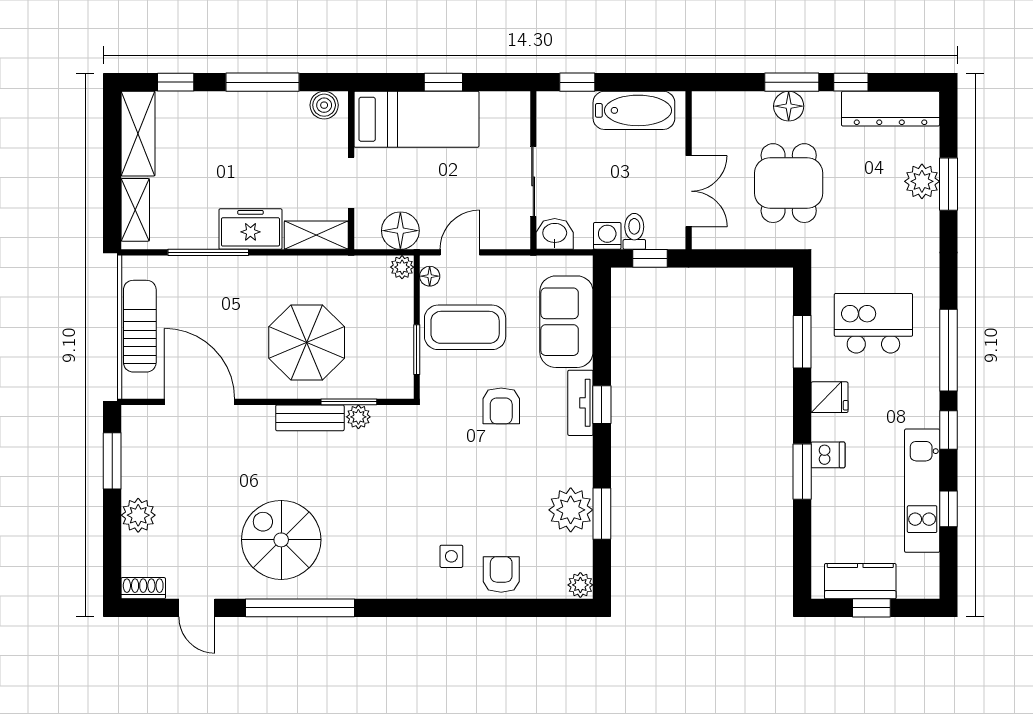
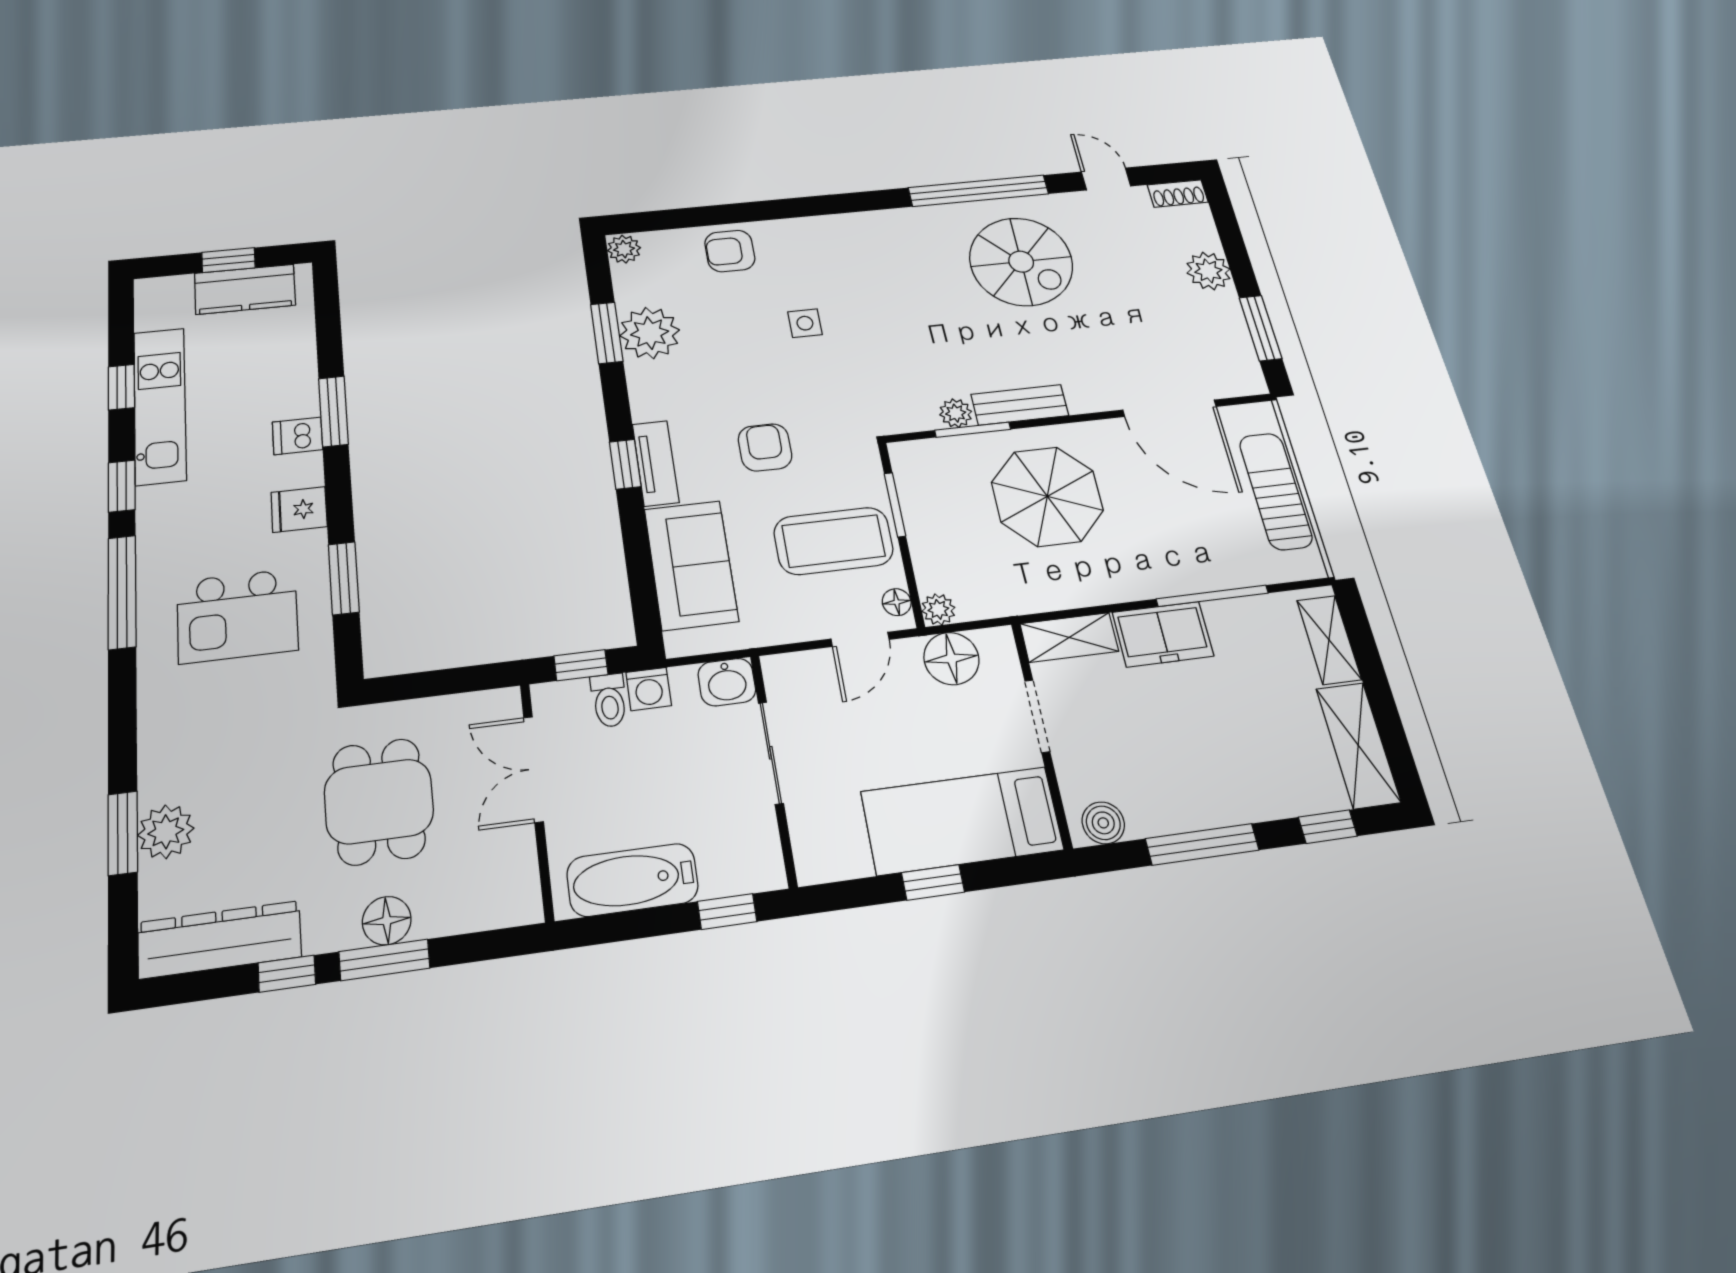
sun lounger: (140, 326) -> (1276, 491), turned 180
side table: (451, 556) -> (805, 323), moved
armchair: (501, 574) -> (730, 251), turned 90

